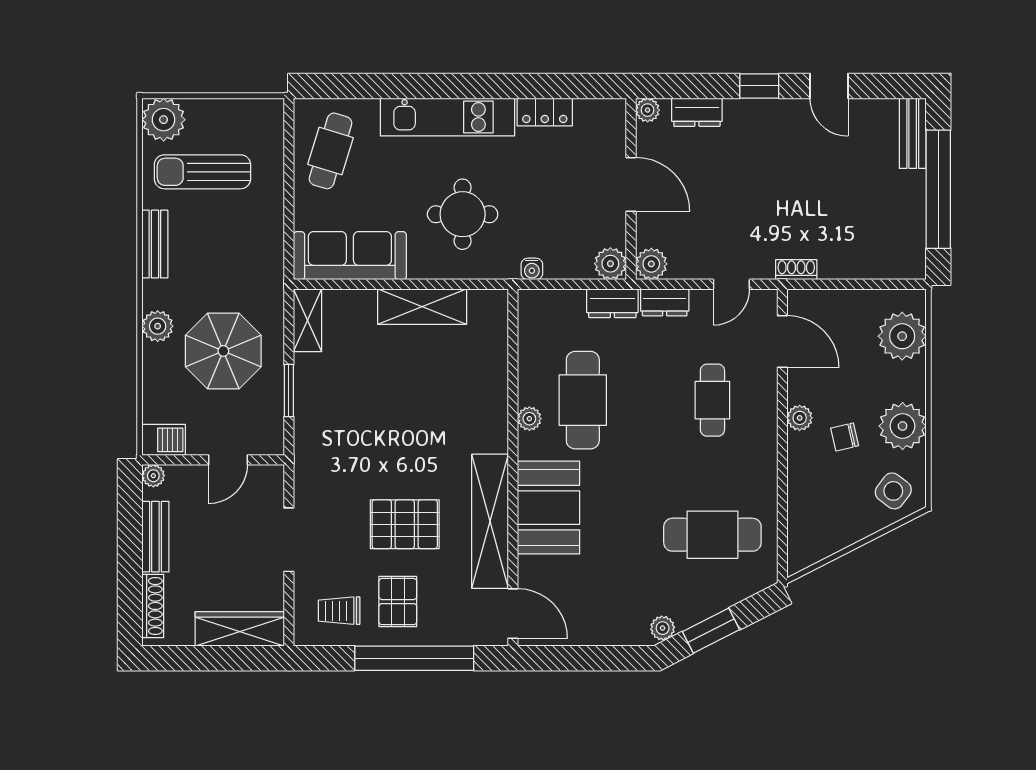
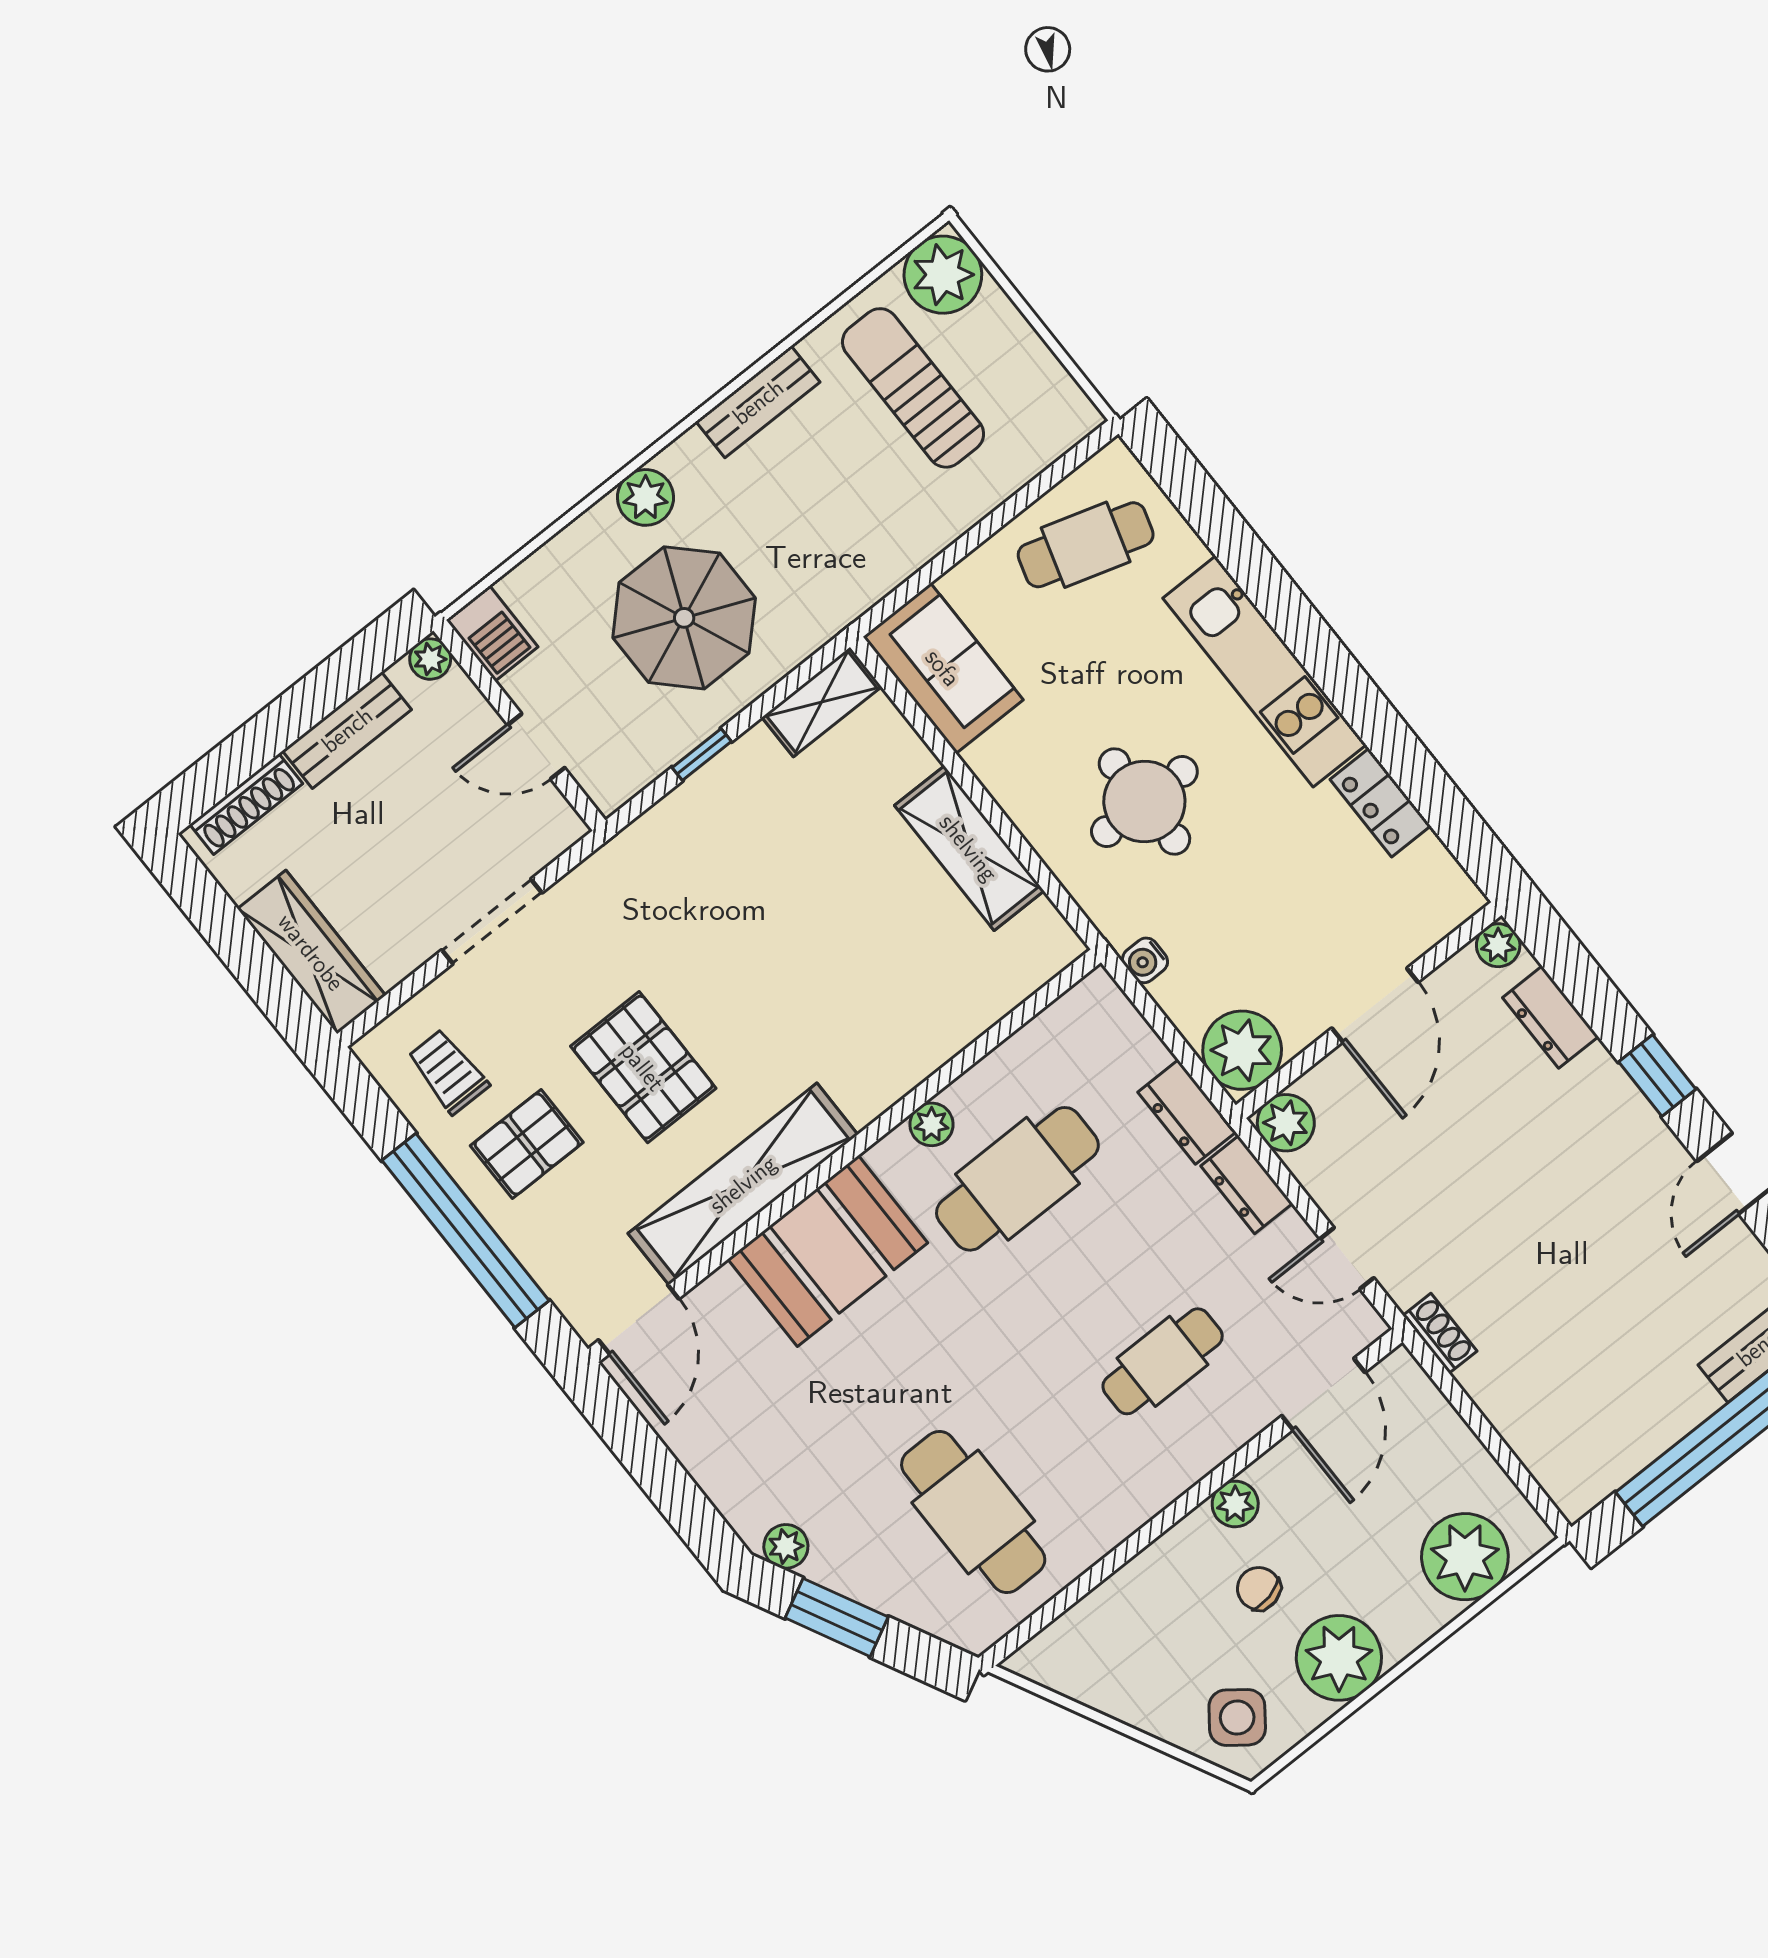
sofa: (350, 256) -> (943, 668), width x0.73
plant: (610, 264) -> (1242, 1050), width x1.36, depth x1.36
window: (289, 391) -> (702, 754), width x0.67

